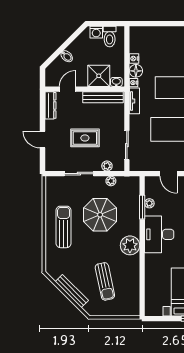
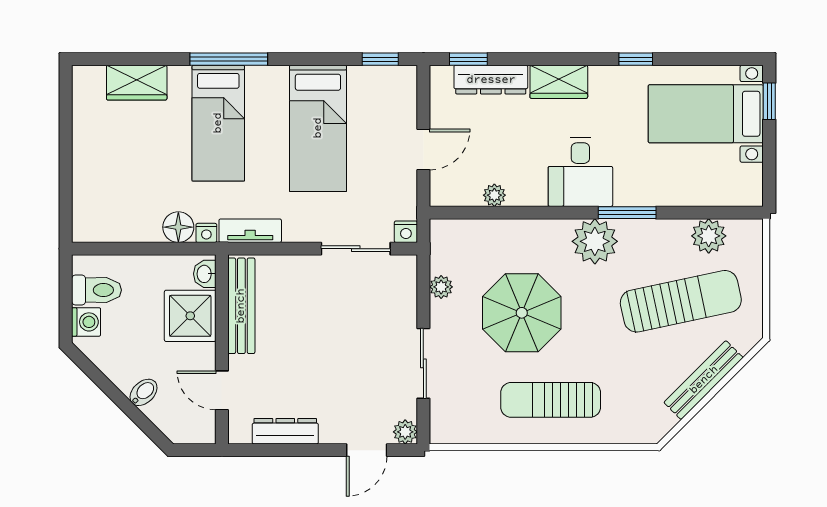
nightstand: (134, 59) -> (406, 232), moved
dresser: (50, 105) -> (285, 431), moved
rug: (85, 138) -> (339, 349), removed
door: (43, 140) -> (367, 450), moved
plant: (107, 166) -> (405, 432), moved
window: (142, 207) -> (627, 213), moved
desk: (159, 234) -> (580, 172), width x0.73
sun lounger: (105, 281) -> (681, 301), width x1.36, depth x1.34
plant: (132, 293) -> (709, 236), added

